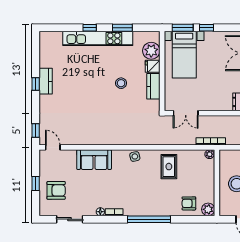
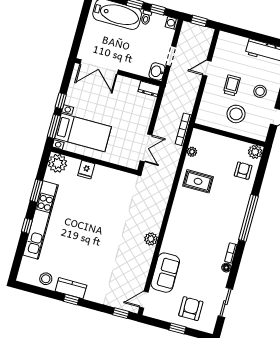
plant: (151, 51) -> (58, 163), moved
stool: (121, 83) -> (46, 279), moved
kitchen counter: (153, 86) -> (108, 175), removed
plant: (107, 139) -> (151, 239), added
plant: (209, 154) -> (192, 152), moved
side table: (135, 156) -> (177, 215), removed
sofa: (94, 160) -> (165, 273), moved
armchair: (189, 203) -> (243, 171), turned 180

